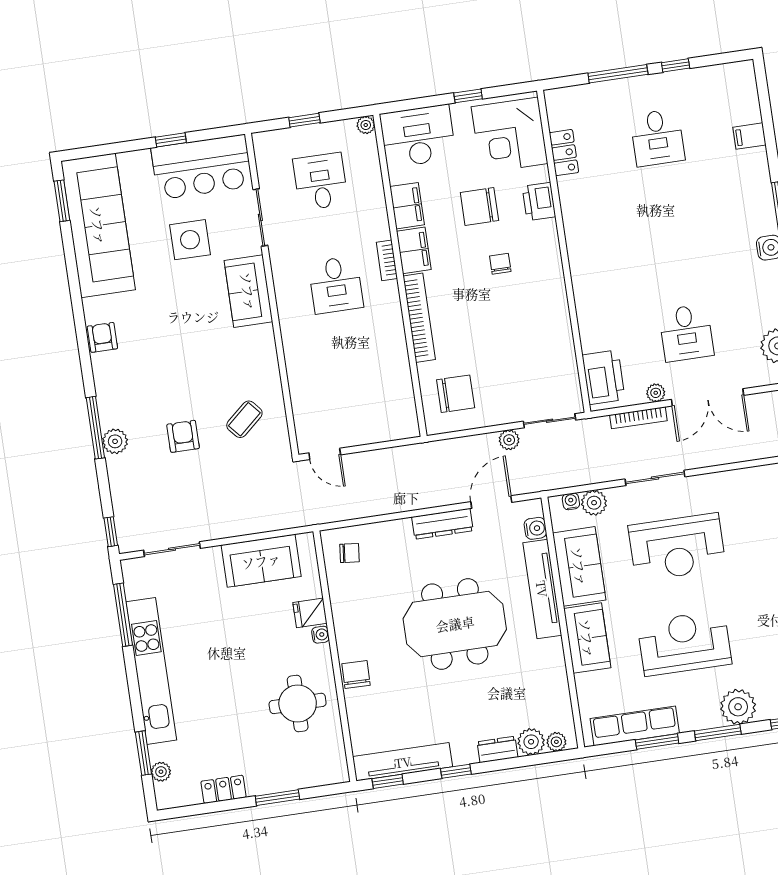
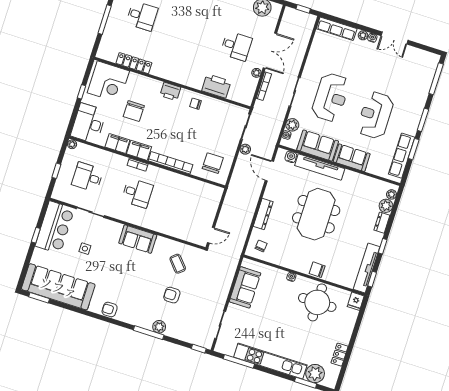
locker: (564, 153) -> (134, 63), width x1.53
printer: (539, 202) -> (170, 91), moved
side table: (190, 240) -> (85, 249), width x0.54, depth x0.54
chair: (500, 264) -> (195, 104), moved
sofa: (248, 291) -> (138, 239), moved
printer: (604, 377) -> (216, 86), moved
dresser: (442, 524) -> (263, 214), moved
fridge: (310, 613) -> (356, 301), moved
round table: (298, 703) -> (317, 302), width x1.36, depth x1.36
plant: (738, 707) -> (416, 105), removed
plant: (161, 772) -> (315, 374), width x1.87, depth x1.87
window: (277, 798) -> (355, 332), removed

